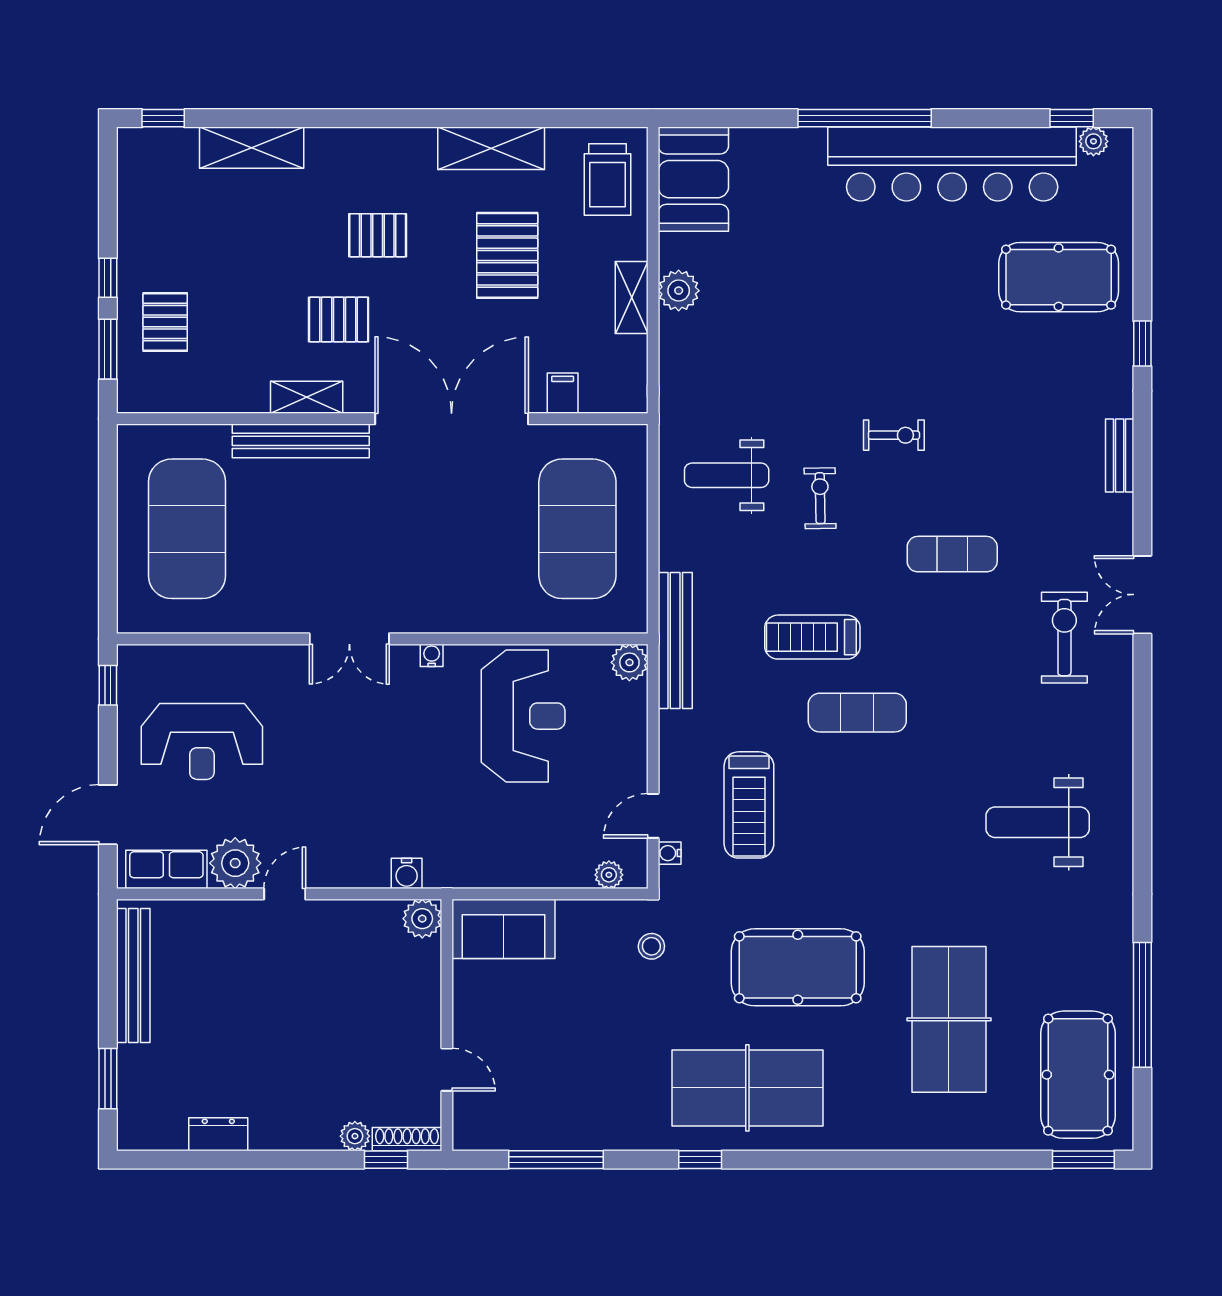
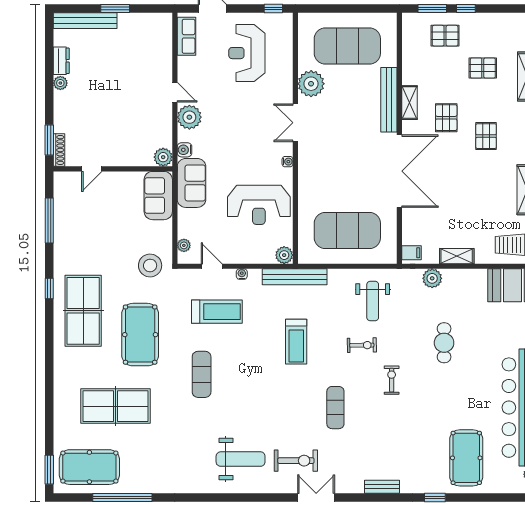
pallet: (507, 255) -> (483, 68), moved, width x0.67, depth x0.71
plant: (679, 291) -> (432, 278), moved
cafe table: (815, 324) -> (444, 343), added
filing cabinet: (563, 393) -> (411, 253), moved
exercise bike: (894, 435) -> (392, 380), turned 180
weight bench: (727, 475) -> (373, 301), turned 180
plant: (267, 606) -> (311, 84), added
treadmill: (812, 637) -> (296, 342), turned 180
exercise mat: (857, 713) -> (202, 374), moved
treadmill: (749, 805) -> (217, 312), turned 180
weight bench: (1038, 822) -> (241, 459), moved, turned 90
water cooler: (670, 853) -> (242, 274), moved
sofa: (477, 859) -> (191, 183), added
plant: (235, 863) -> (189, 117), moved
stool: (651, 946) -> (150, 265), width x1.89, depth x1.89
bench: (133, 975) -> (85, 21), moved
window: (108, 1079) -> (115, 9), moved
plant: (355, 1136) -> (60, 83), moved
window: (386, 1160) -> (49, 140), width x1.50

